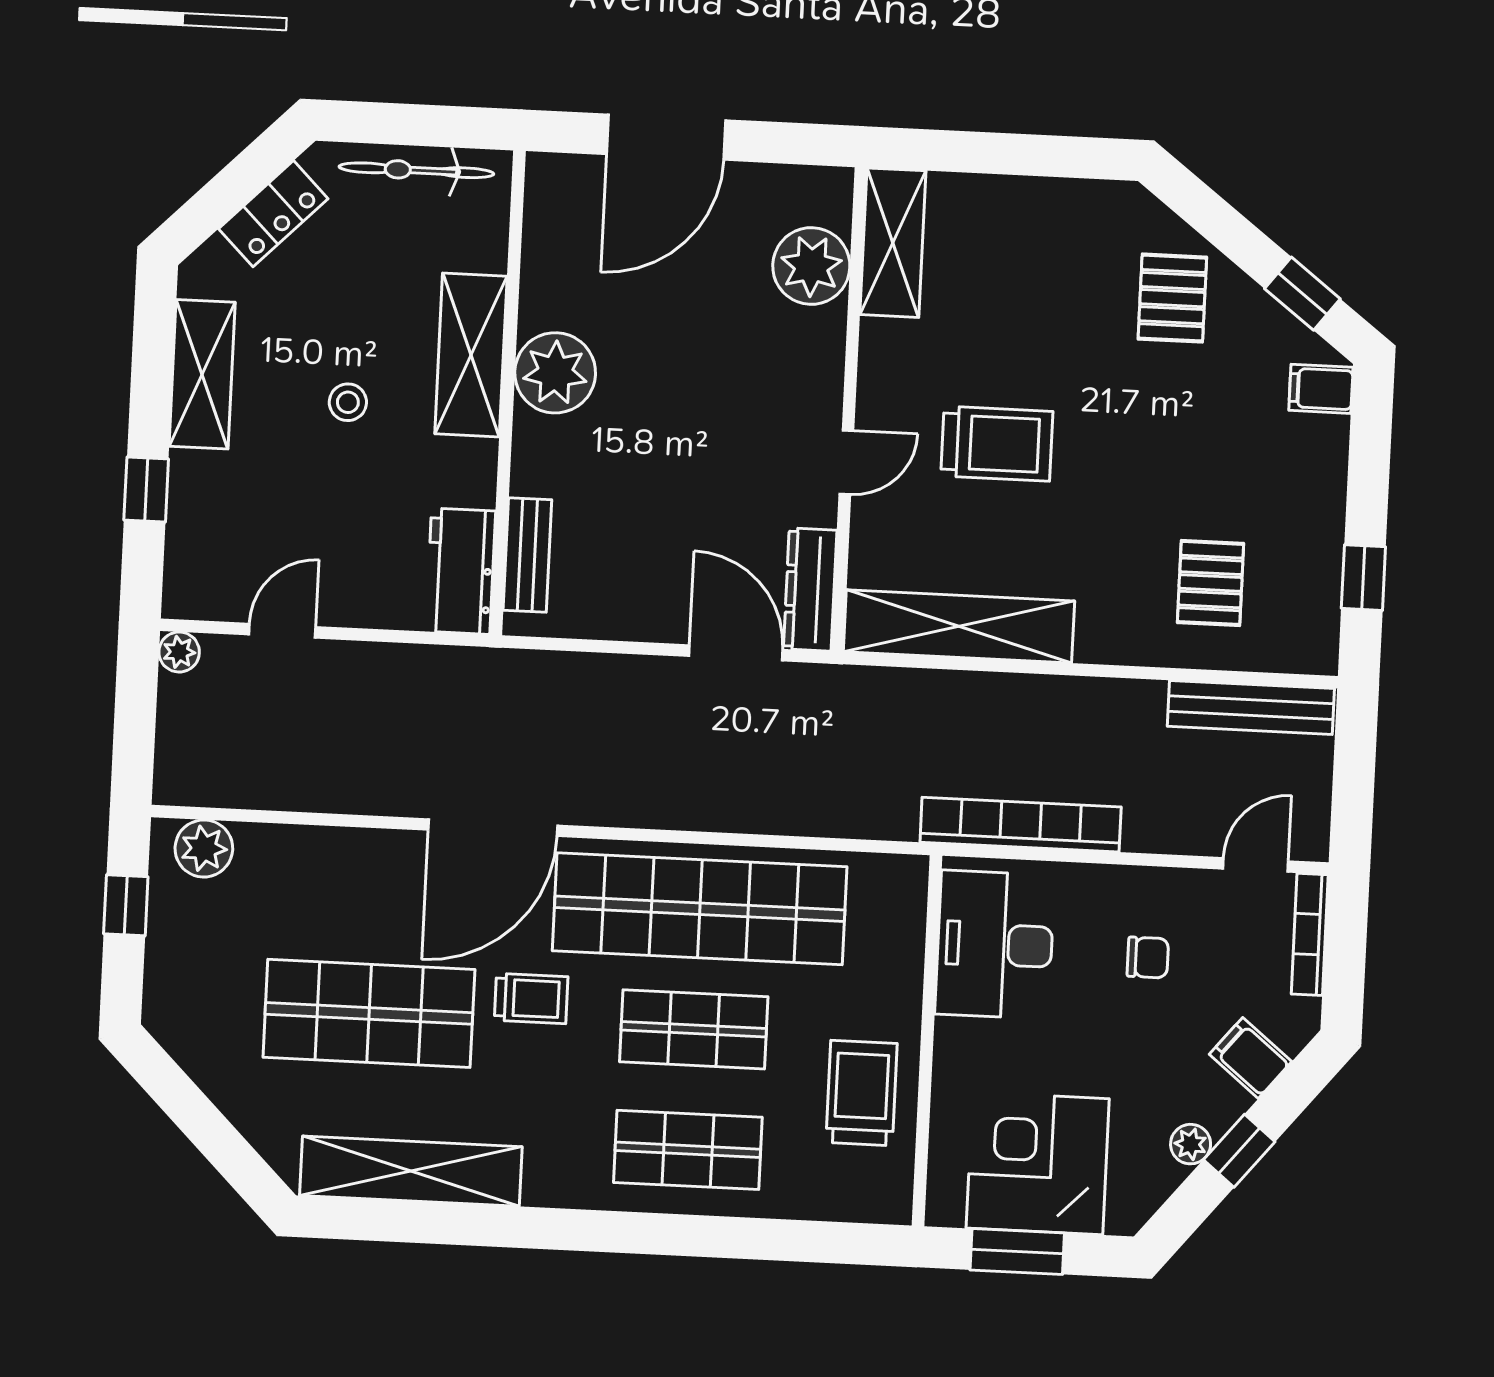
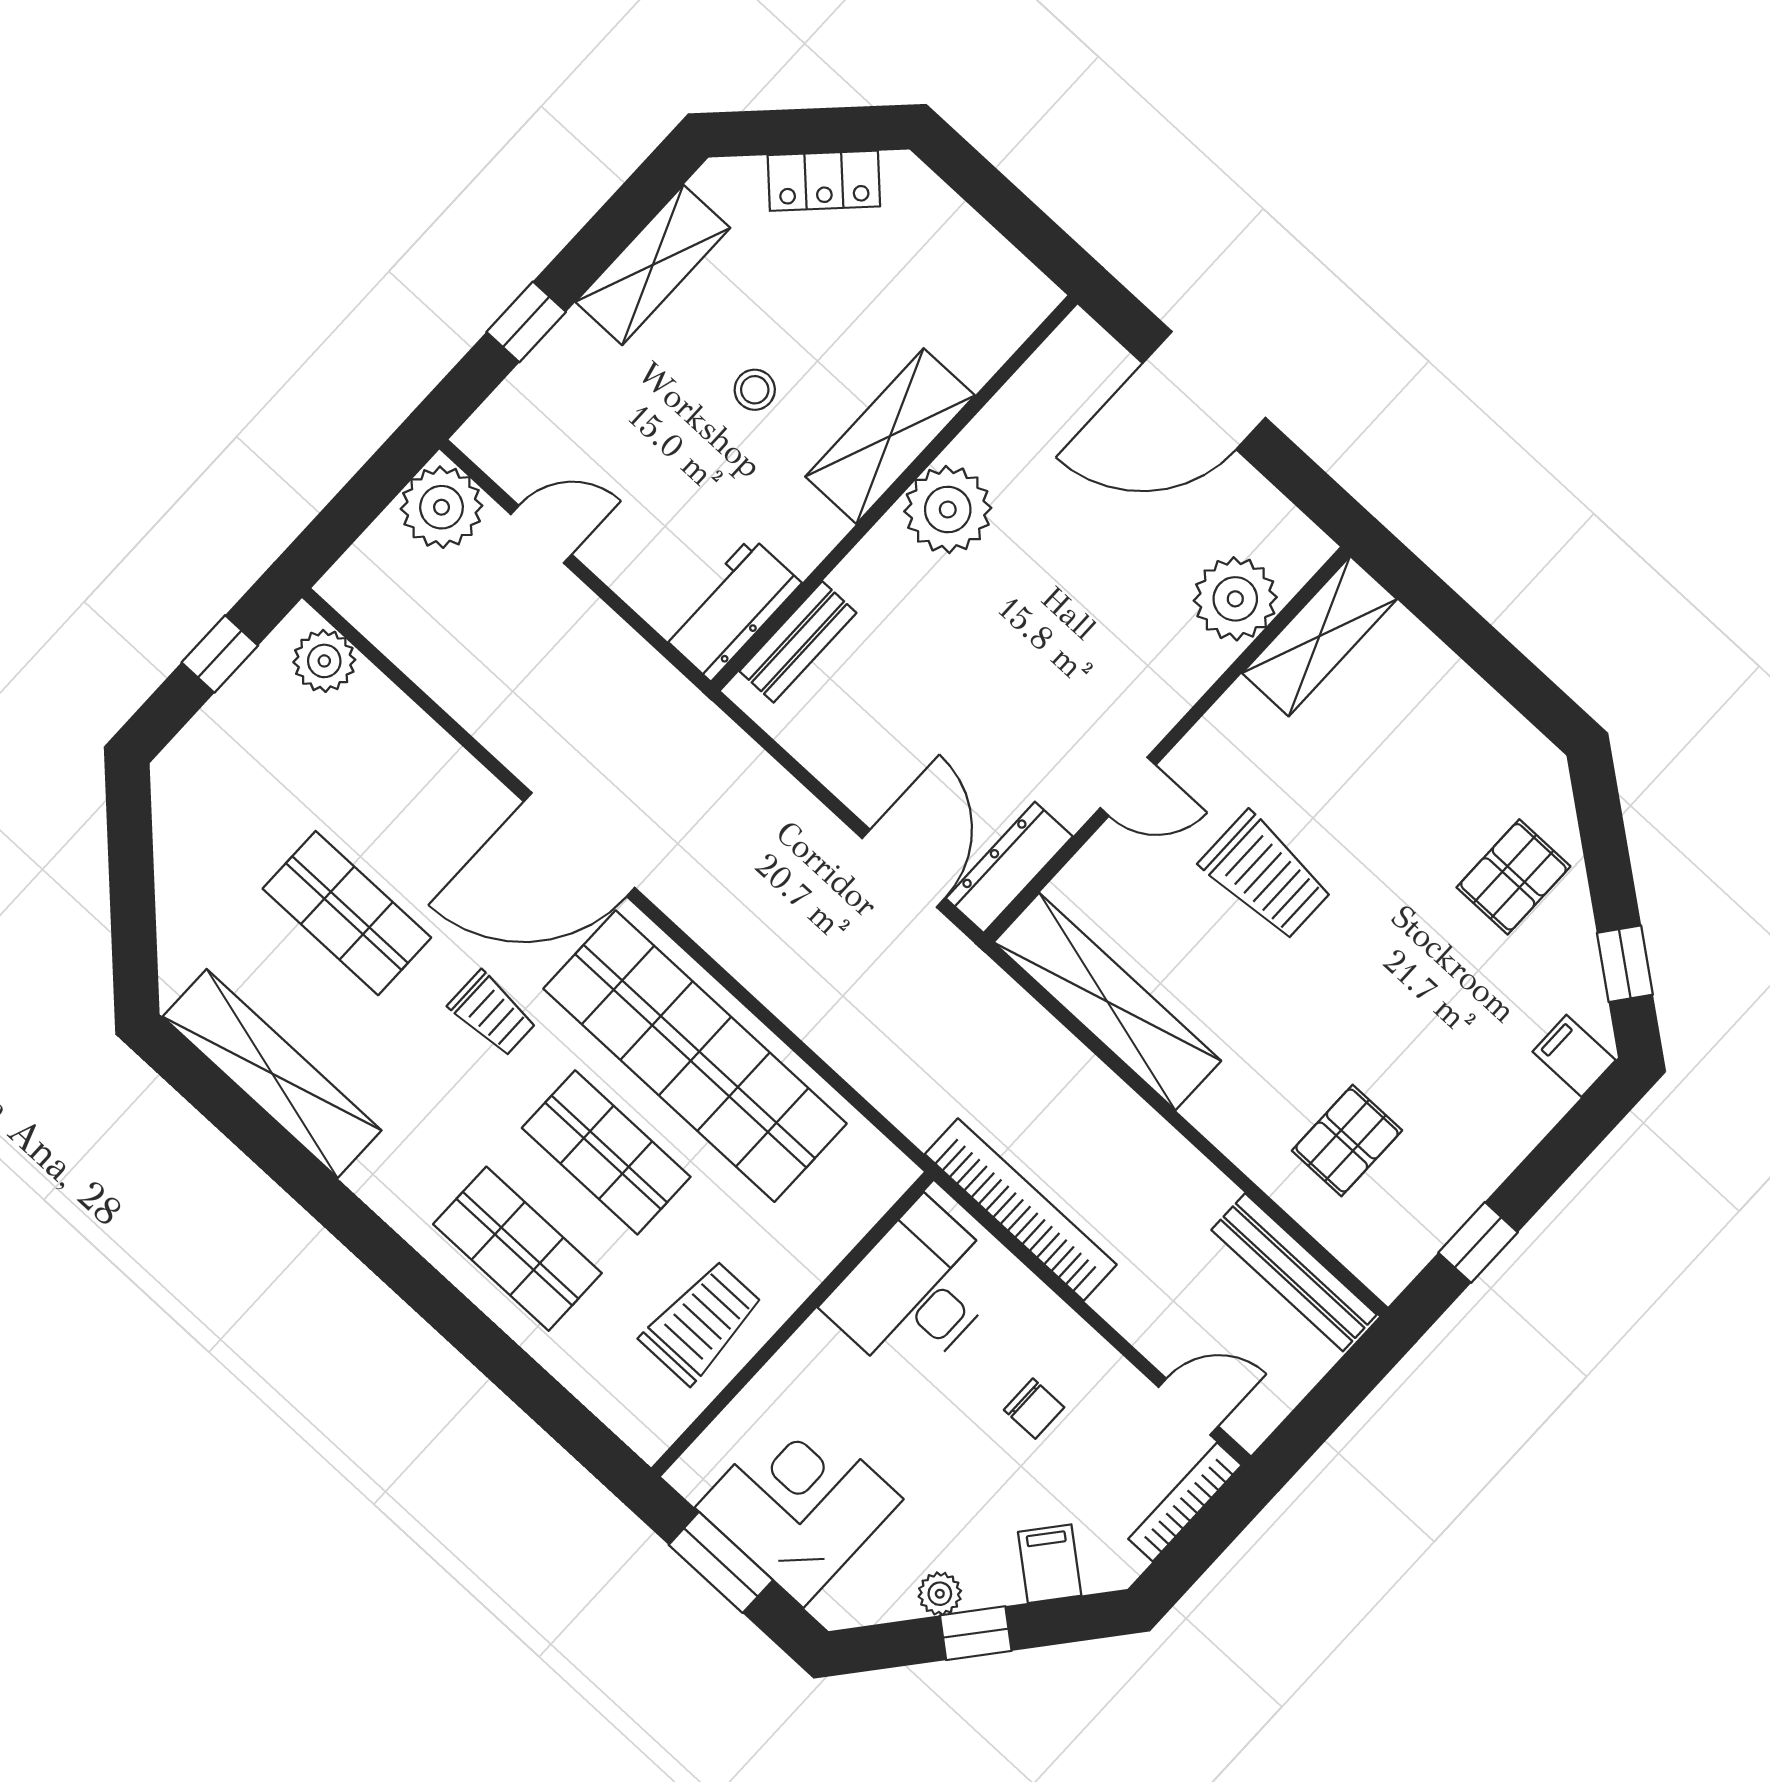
bicycle: (416, 170) -> (973, 244), removed
plant: (179, 652) -> (442, 507), width x1.88, depth x1.88
shop shelf: (369, 1013) -> (347, 913), width x0.70, depth x0.74

